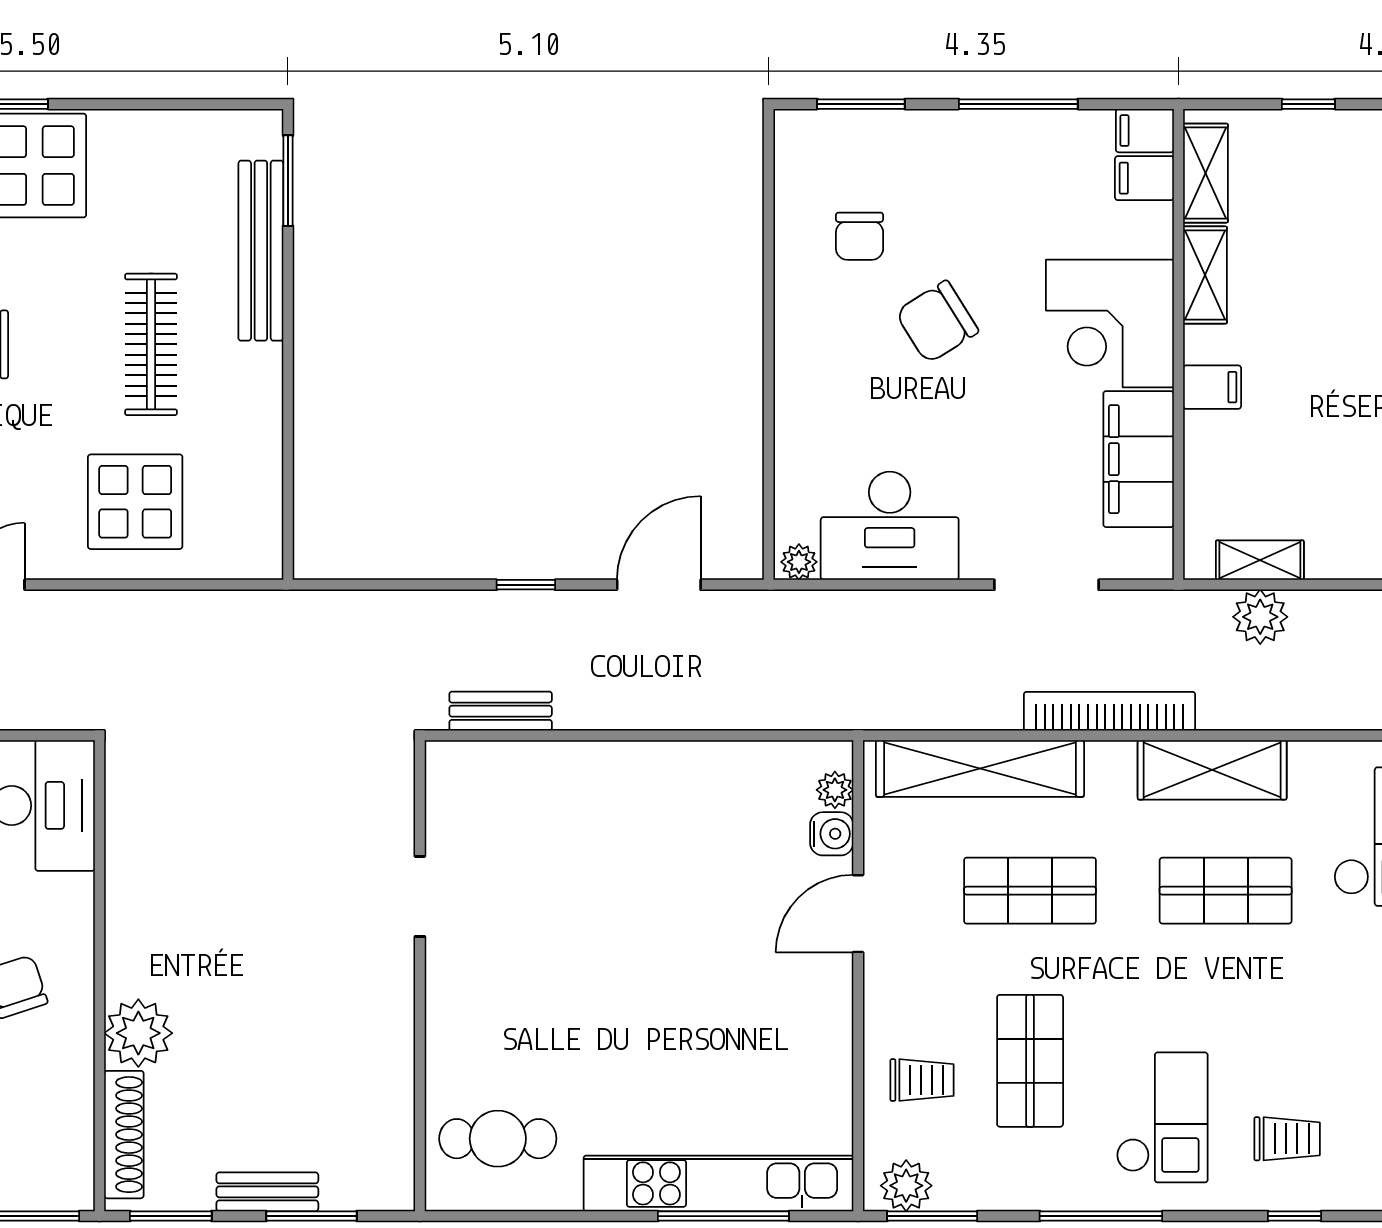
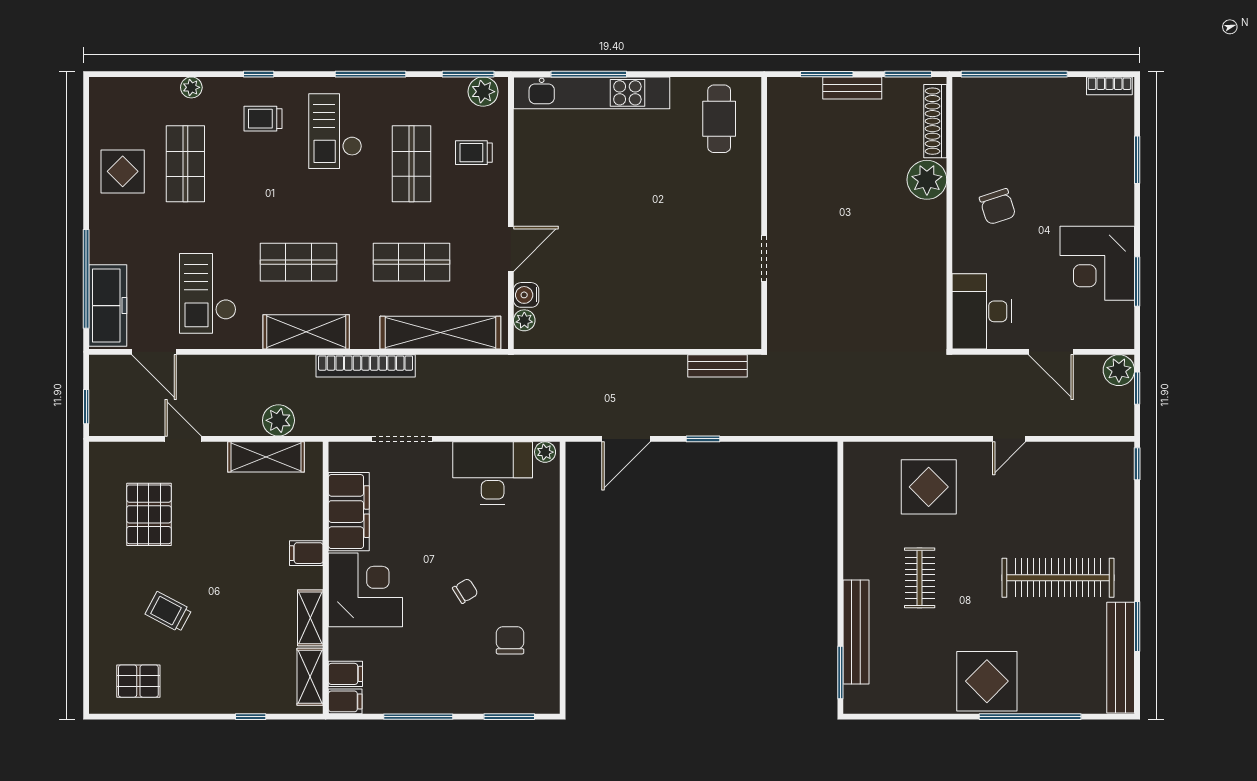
chair: (937, 322) -> (465, 591), width x0.54, depth x0.54
clothes rail: (151, 344) -> (920, 578), width x0.73
shelving: (1260, 560) -> (266, 457), width x1.50, depth x1.33
cafe table: (498, 1139) -> (719, 119), turned 90

